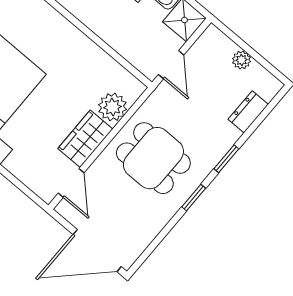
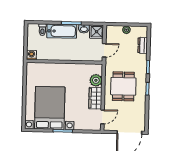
door: (171, 65) -> (104, 50), hinge flipped
dining table: (153, 158) -> (123, 86), turned 90
door: (71, 183) -> (102, 117), hinge flipped

